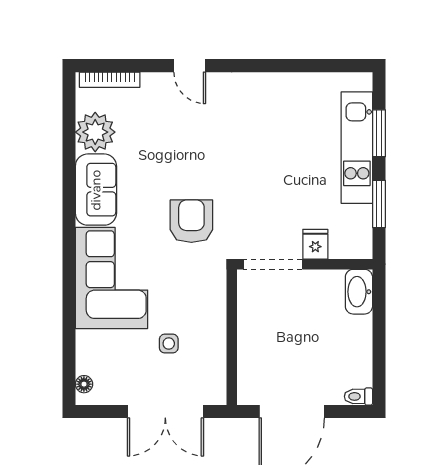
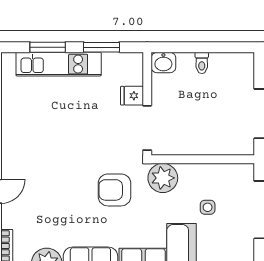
plant: (207, 285) -> (163, 178), added
washbasin: (359, 292) -> (163, 63), width x0.72
toilet: (358, 396) -> (202, 63), moved

